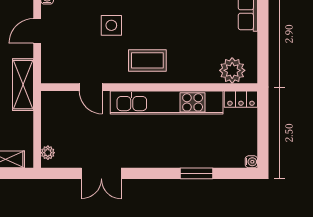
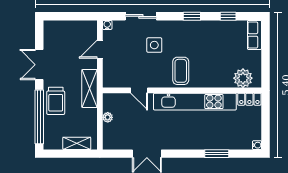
coffee table: (147, 60) -> (181, 71), turned 90
plant: (48, 153) -> (108, 117), moved

